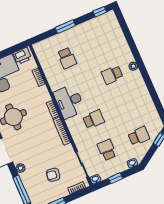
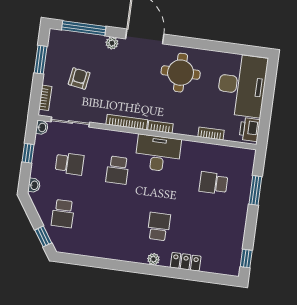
window: (65, 27) -> (255, 190), moved
locker: (123, 46) -> (186, 262), added

